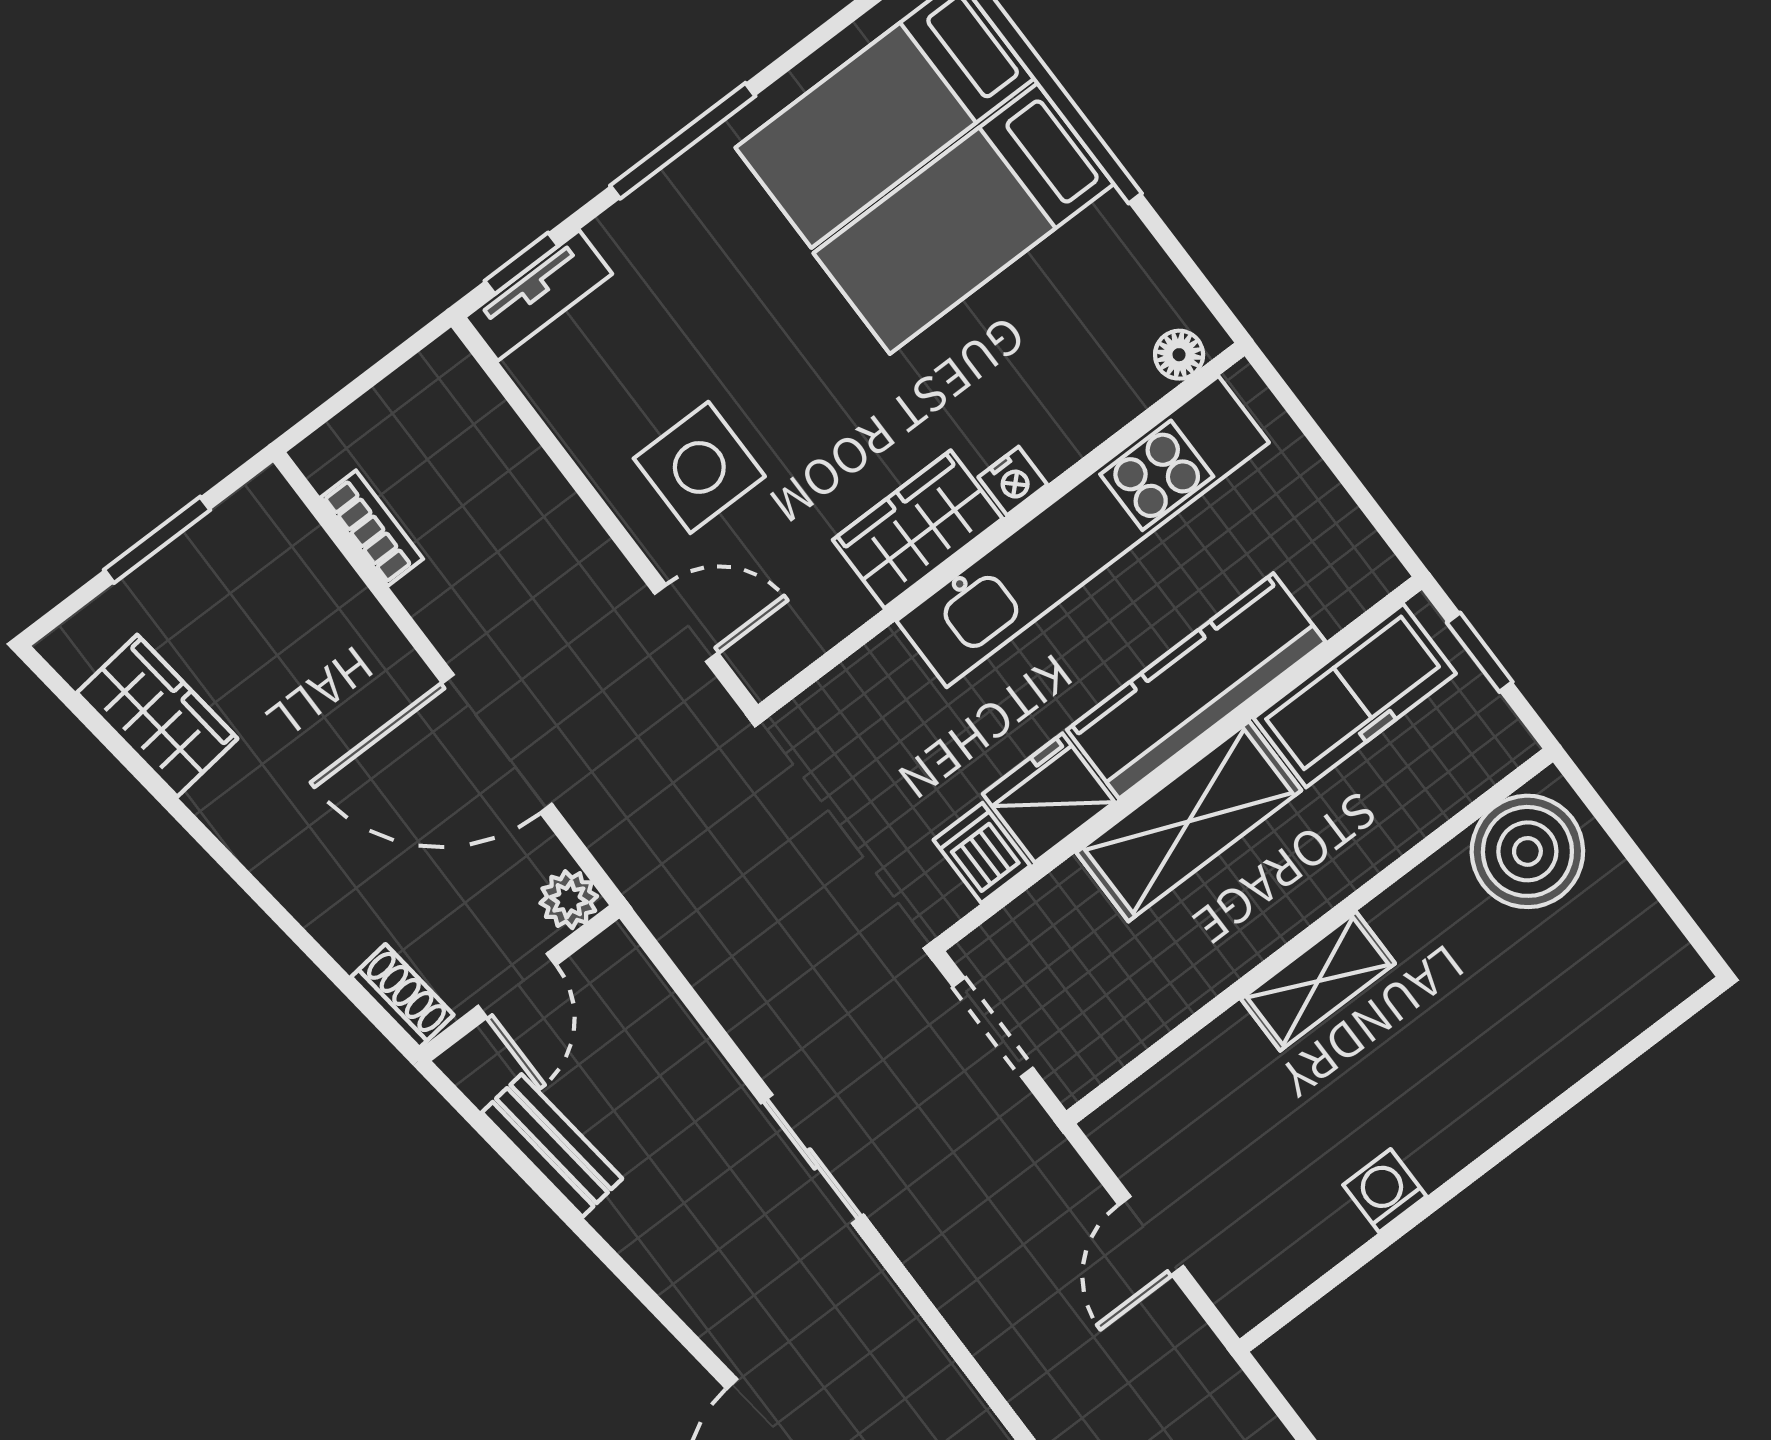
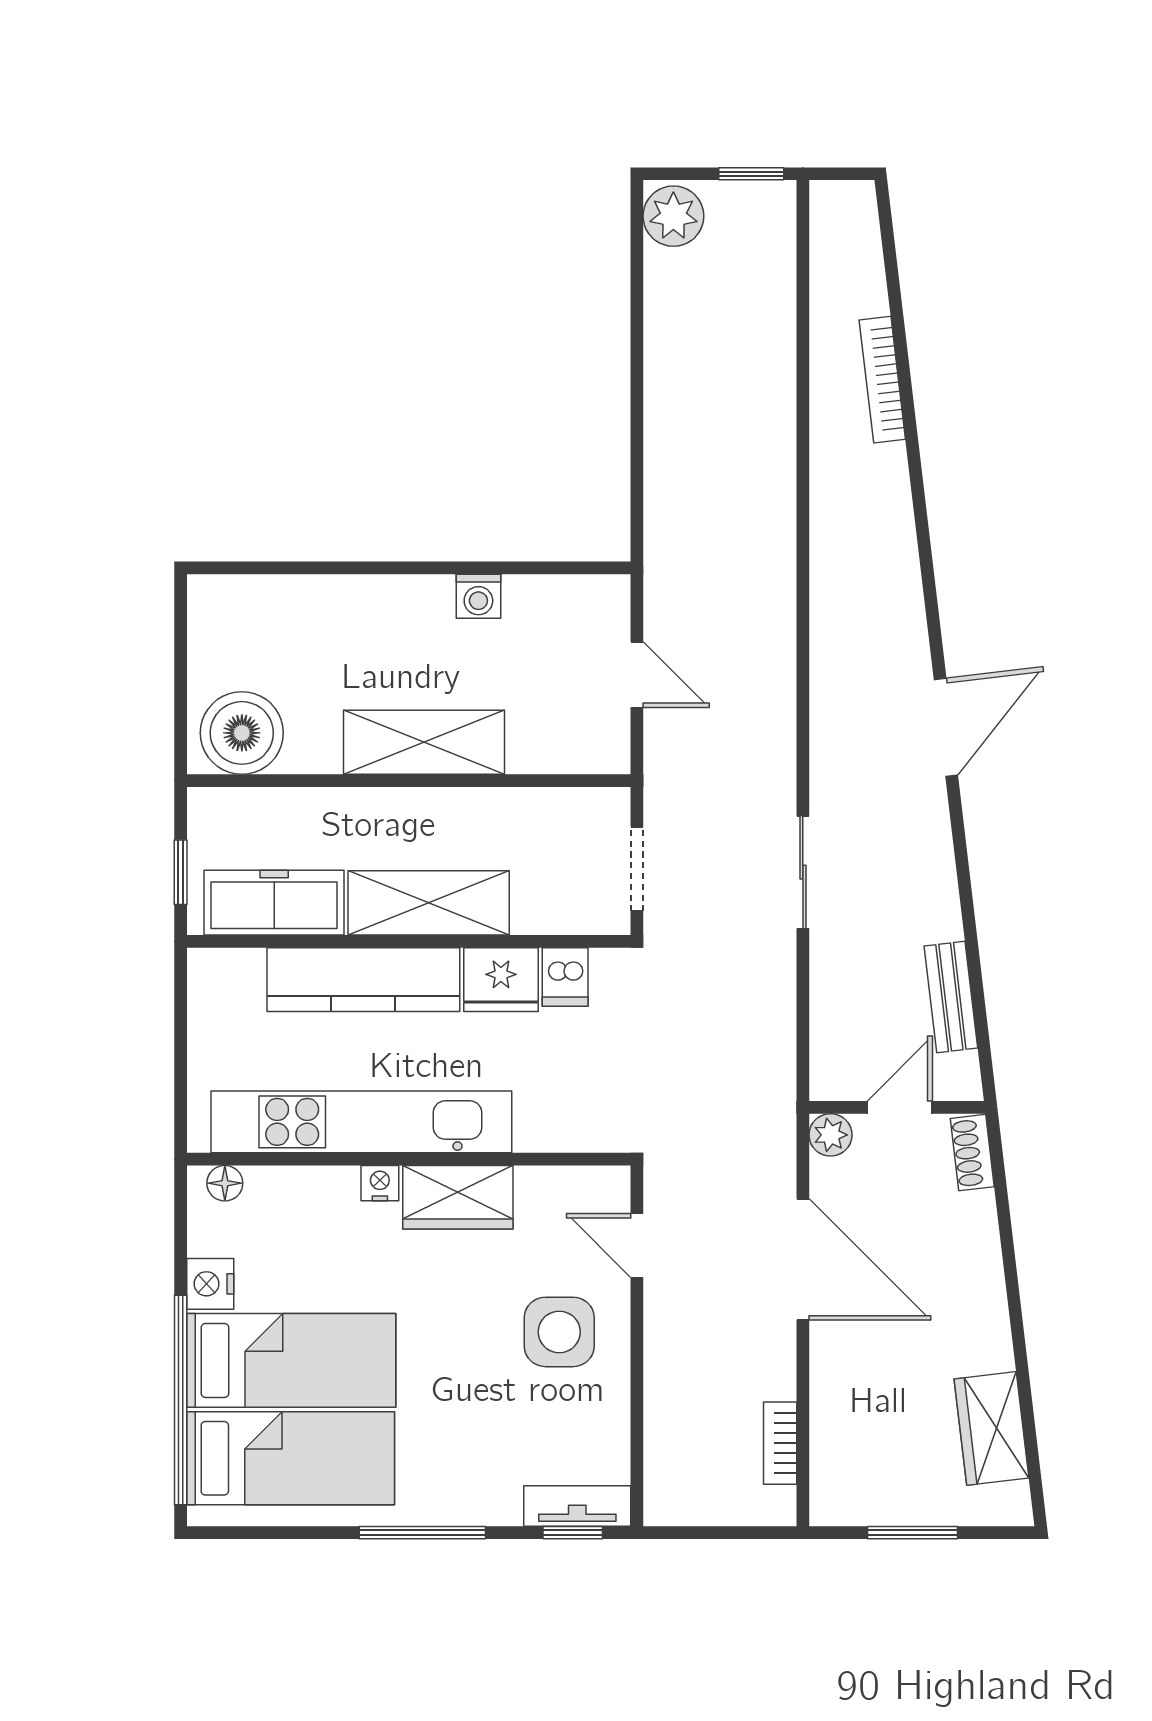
nightstand: (1113, 235) -> (210, 1284), added
shelving: (1318, 981) -> (424, 742), width x1.50, depth x1.33
door: (1151, 1236) -> (637, 675), hinge flipped

